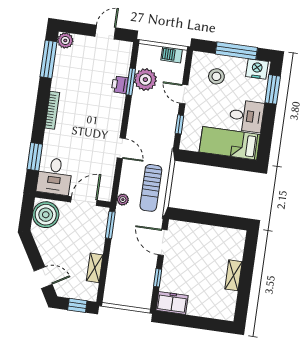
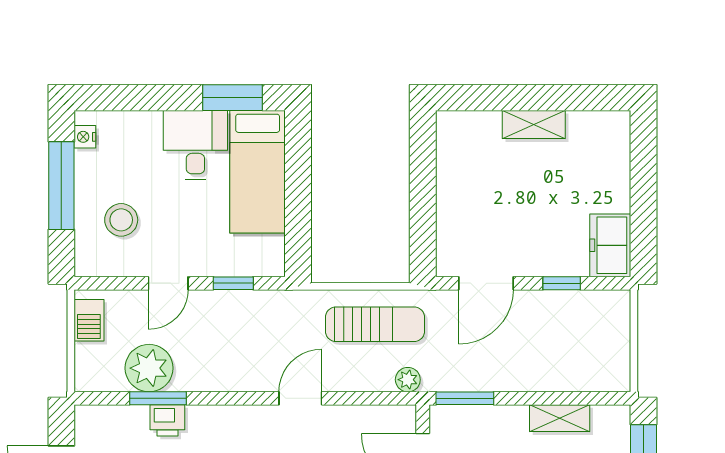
nightstand: (257, 69) -> (85, 137), width x0.53, depth x0.56
window: (273, 89) -> (233, 98), moved

